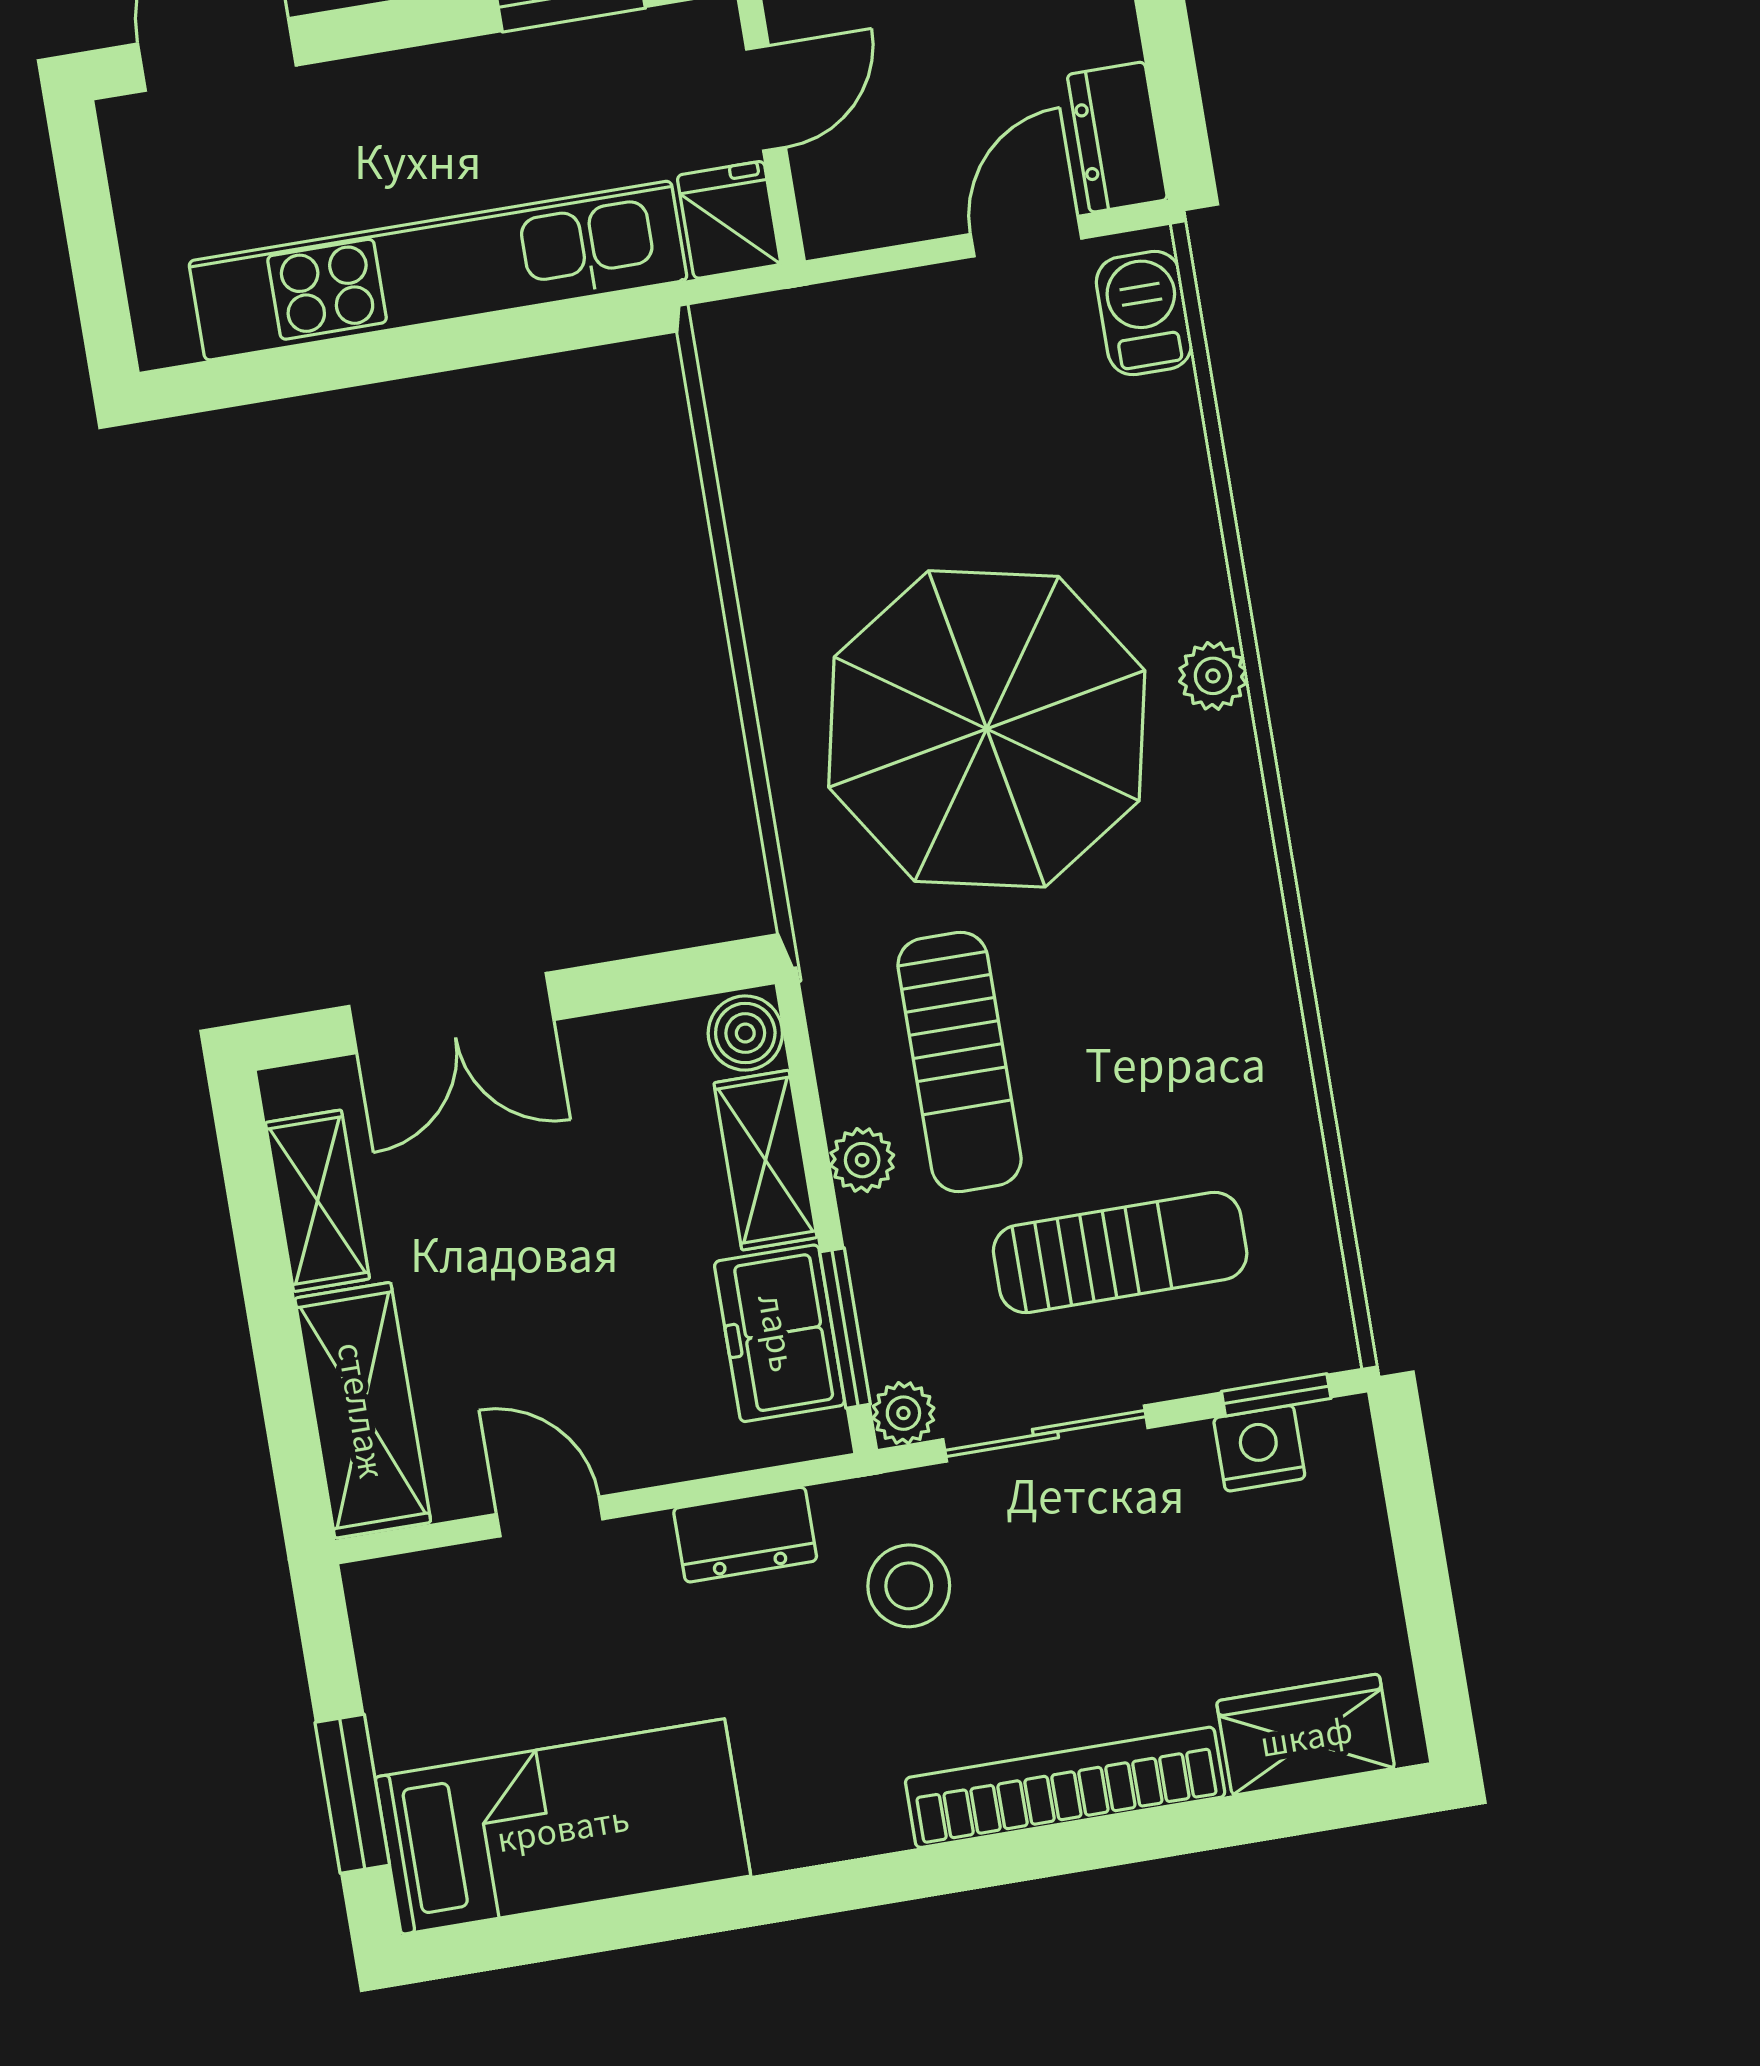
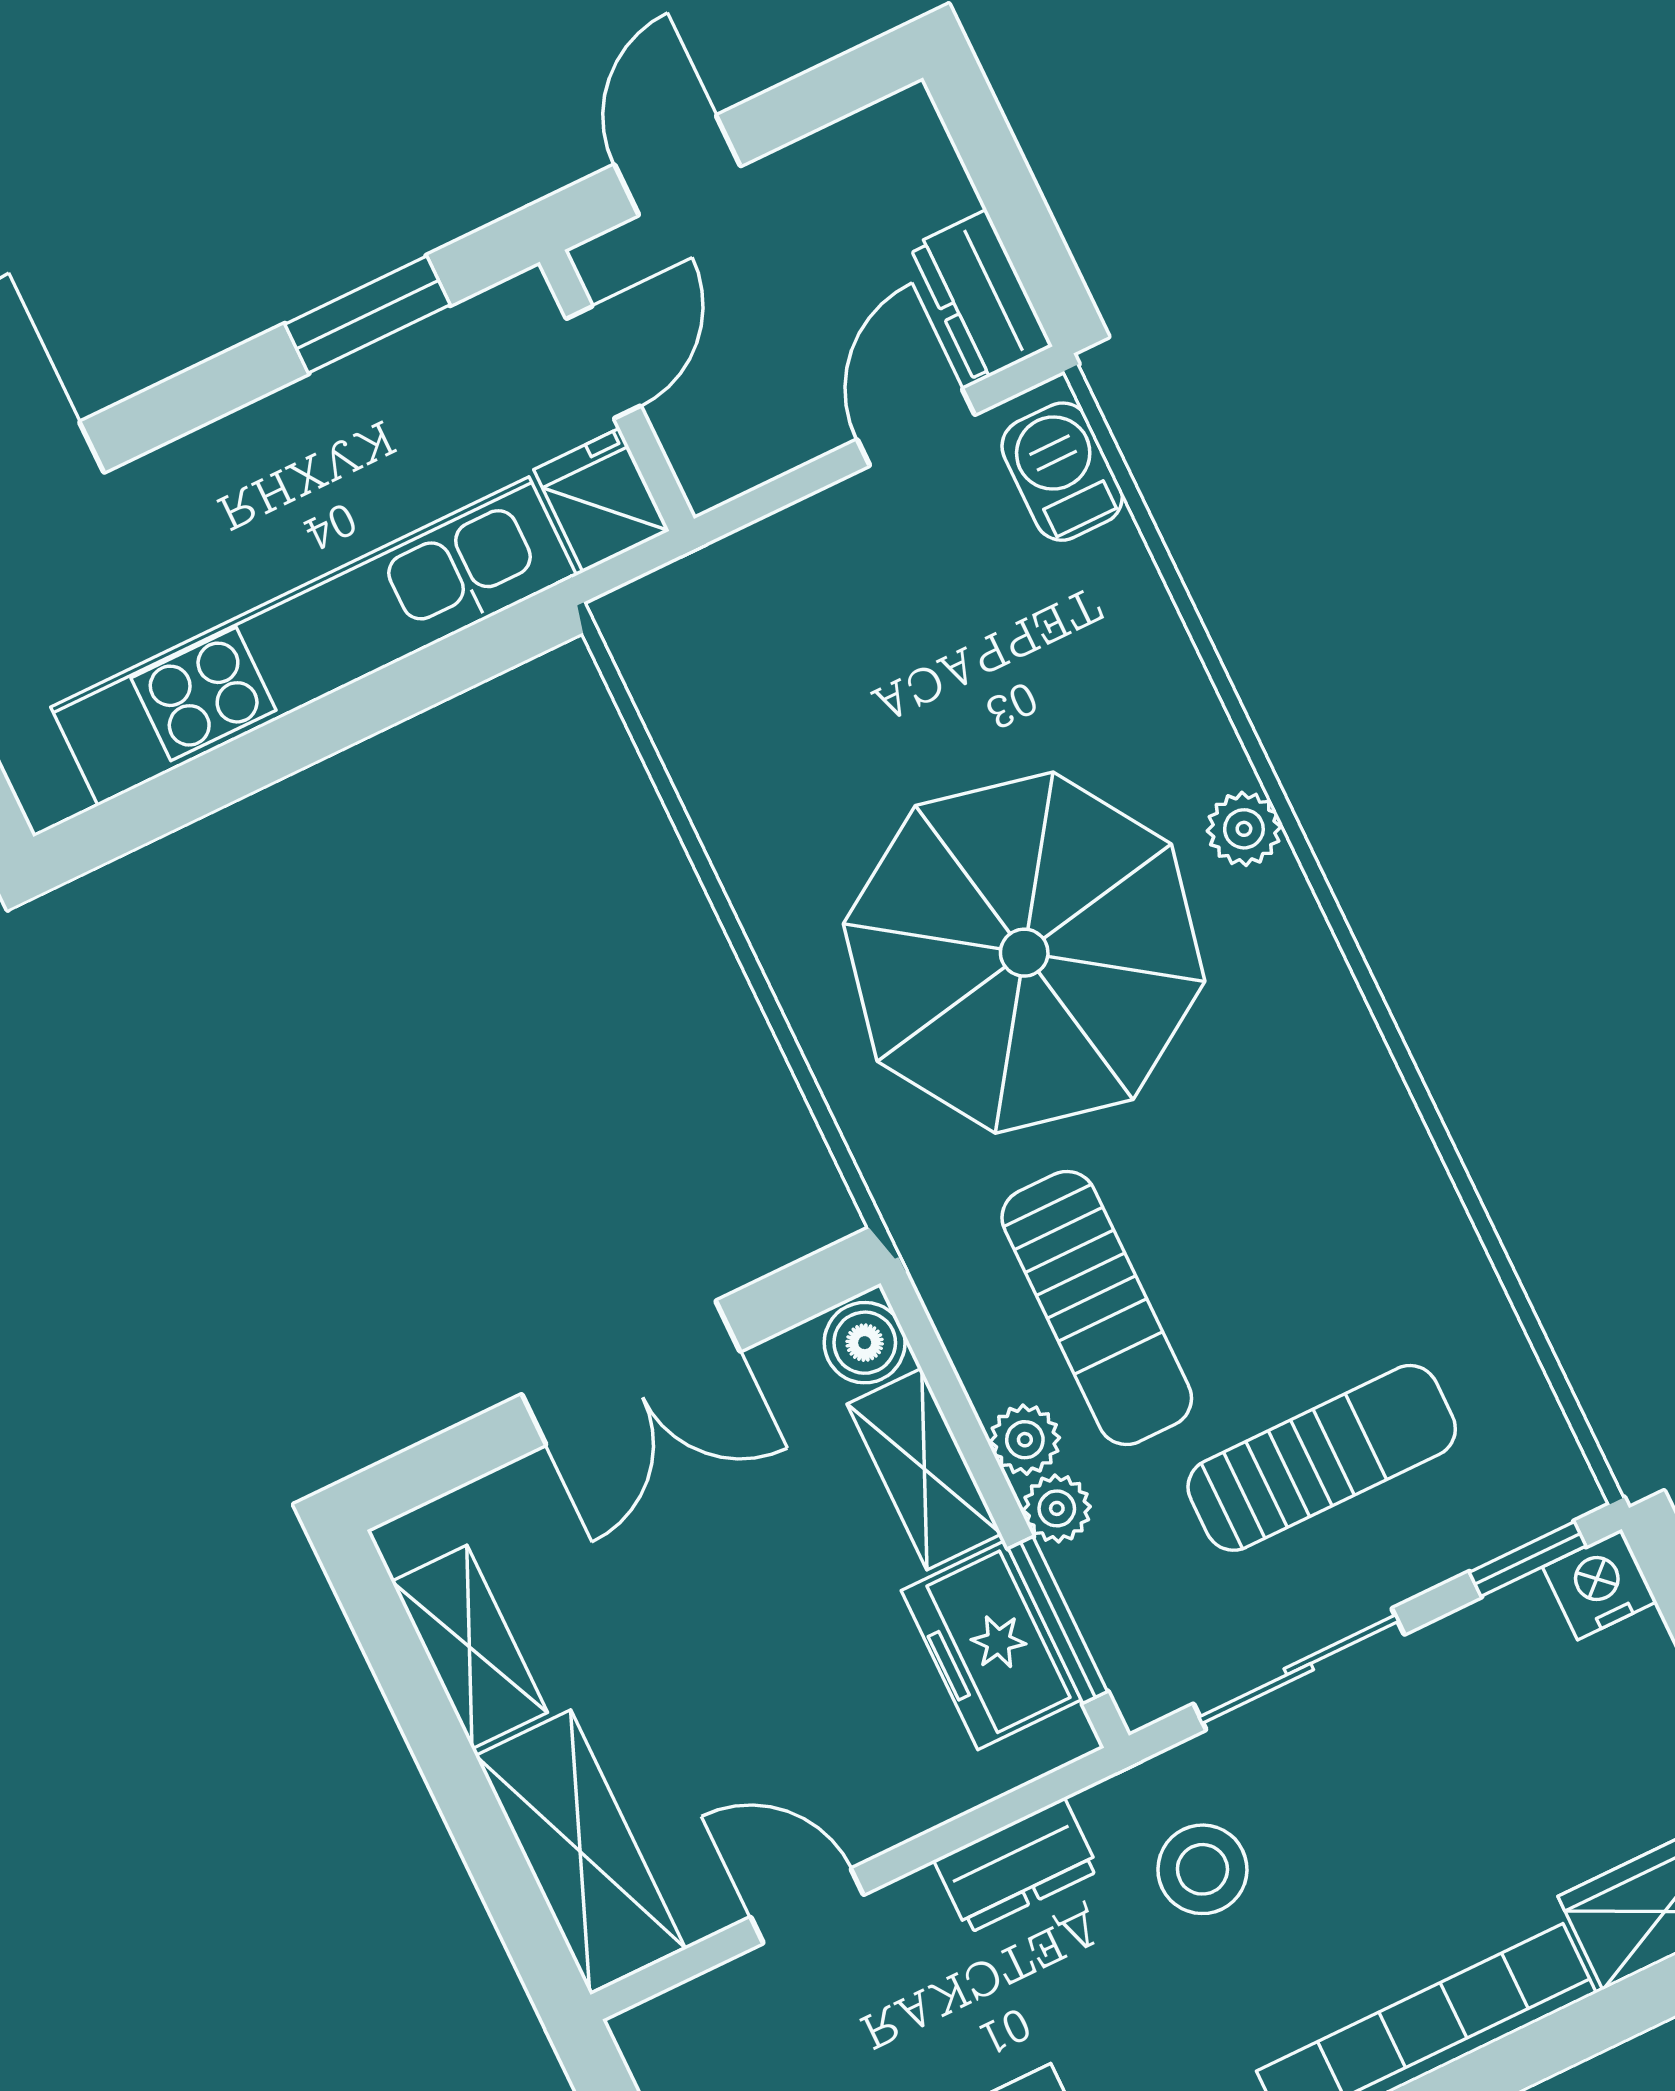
double door: (451, 1013) -> (631, 1373), moved
plant: (903, 1413) -> (1057, 1508), moved
nightstand: (1259, 1448) -> (1600, 1584), moved

